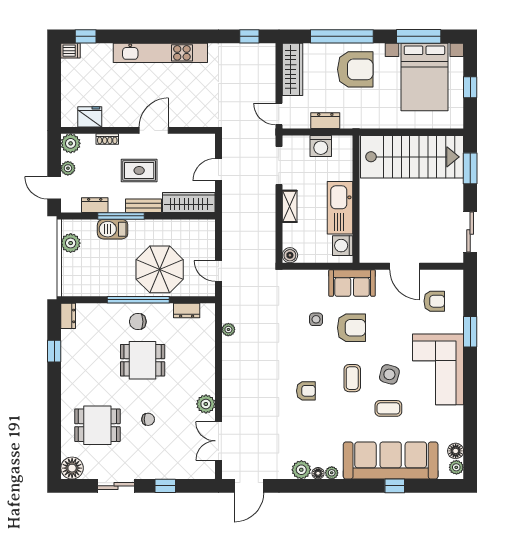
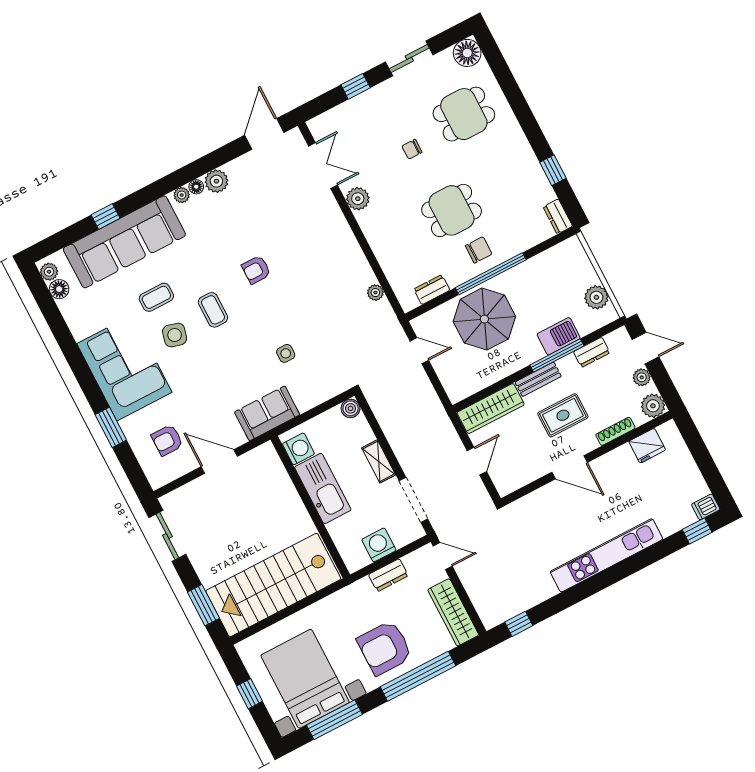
door: (154, 130) -> (570, 467), hinge flipped
shoe rack: (107, 139) -> (615, 431), width x1.43
armchair: (351, 328) -> (242, 364), removed

